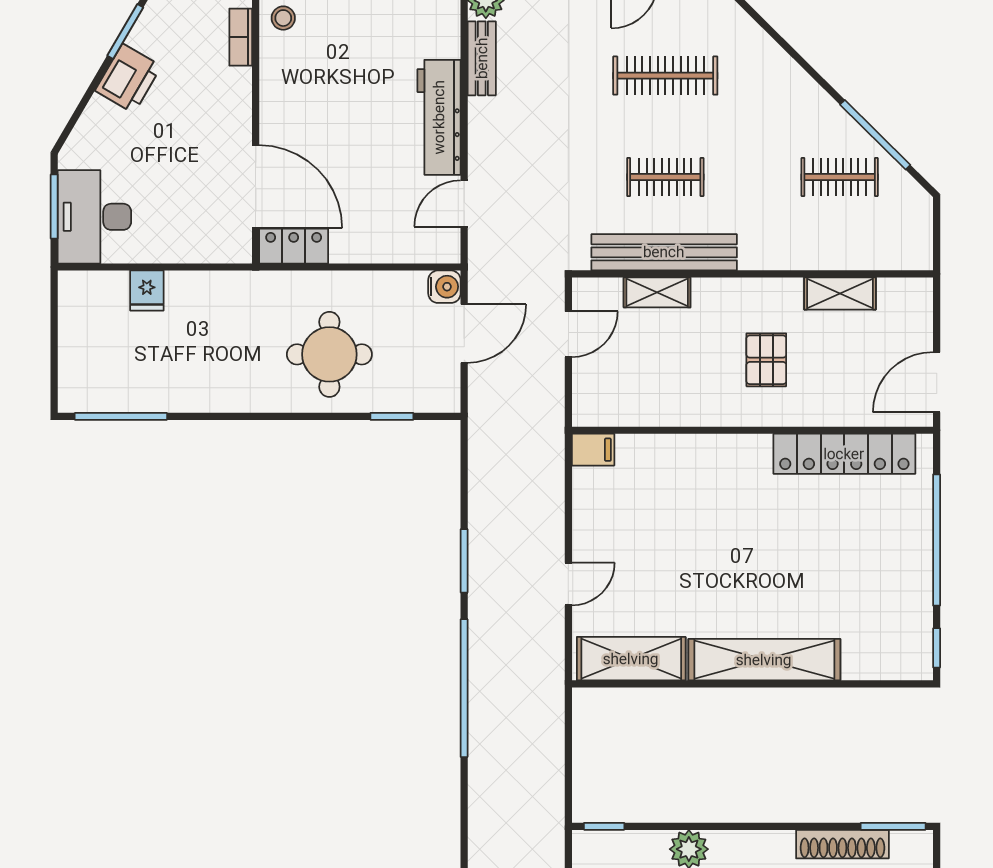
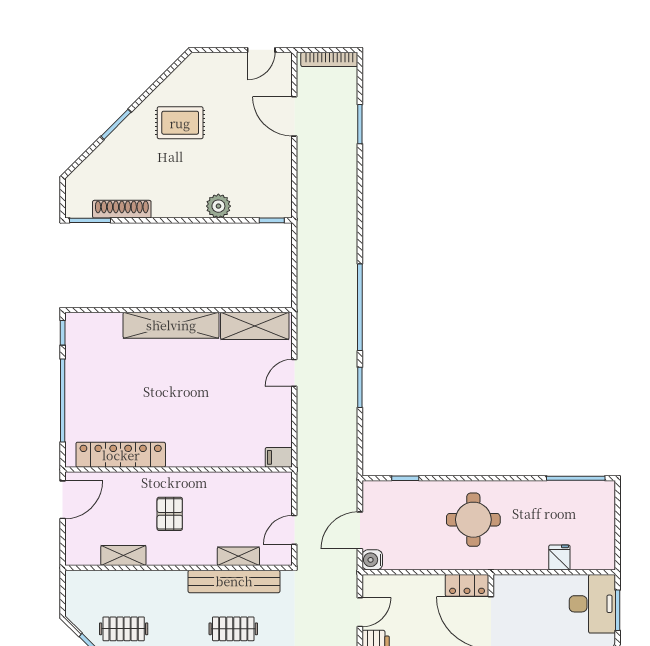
round table: (329, 354) -> (473, 520), moved

